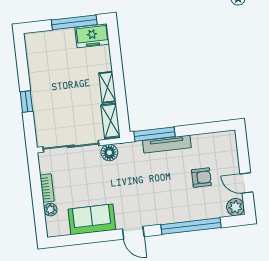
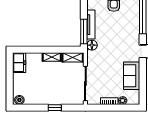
window: (74, 22) -> (10, 73), removed
boiler: (32, 43) -> (19, 100), added
floor lamp: (109, 153) -> (92, 45), moved

